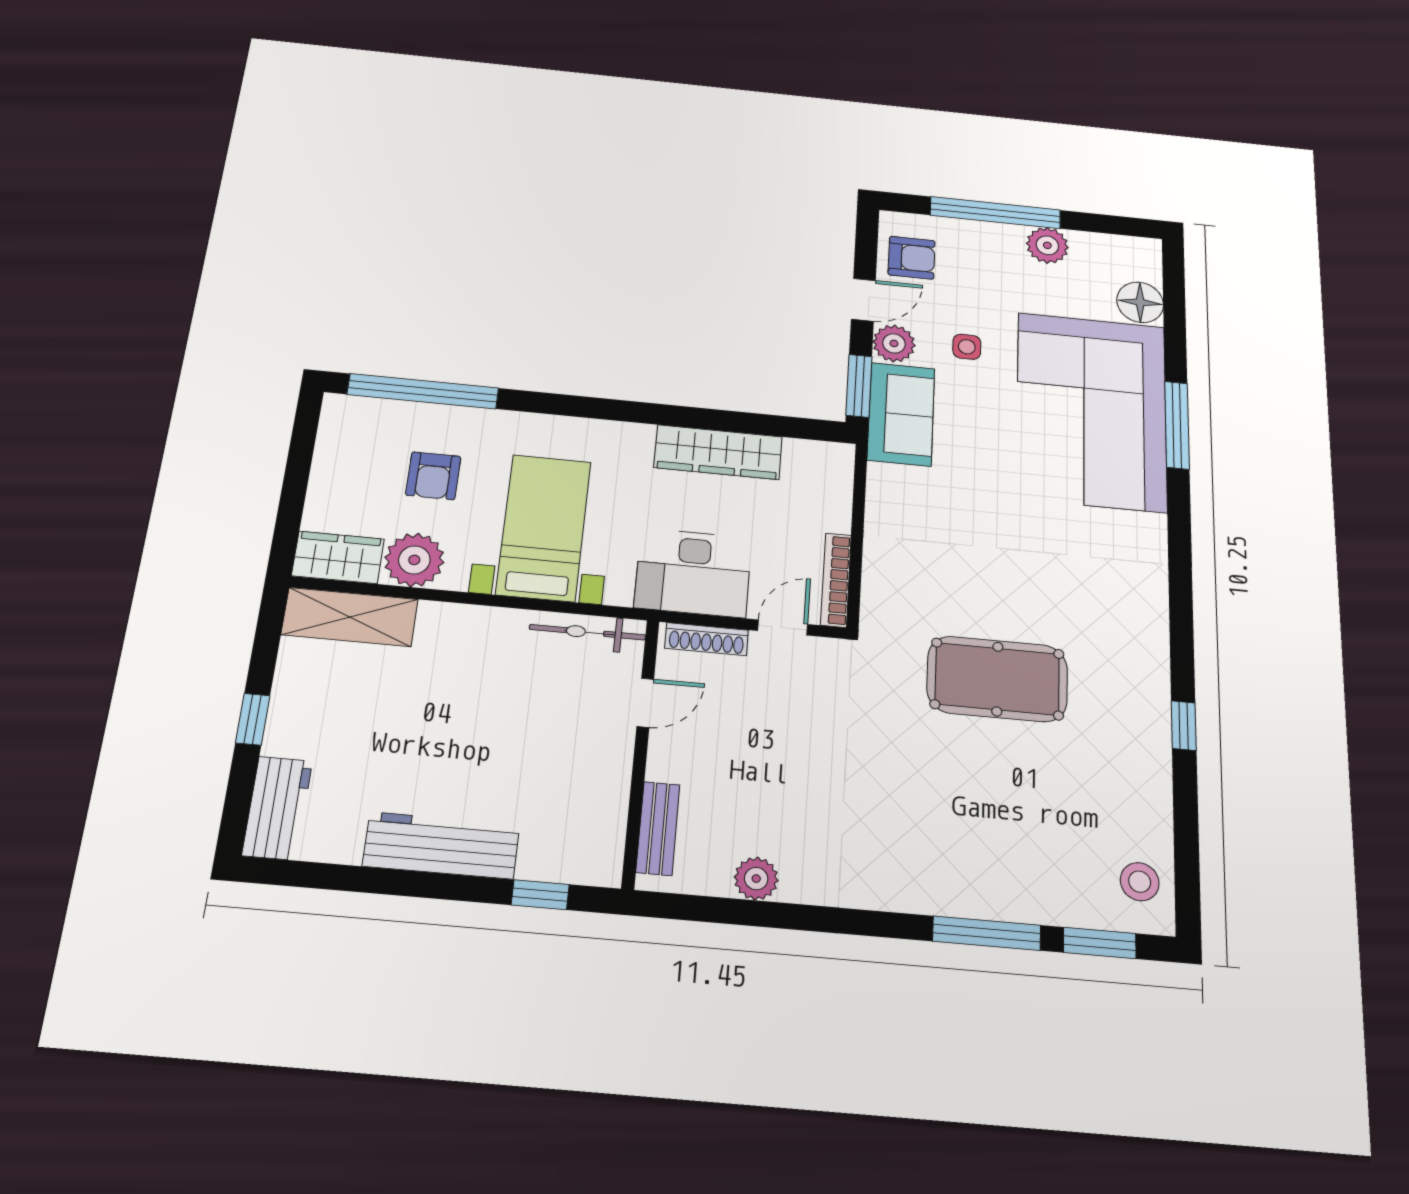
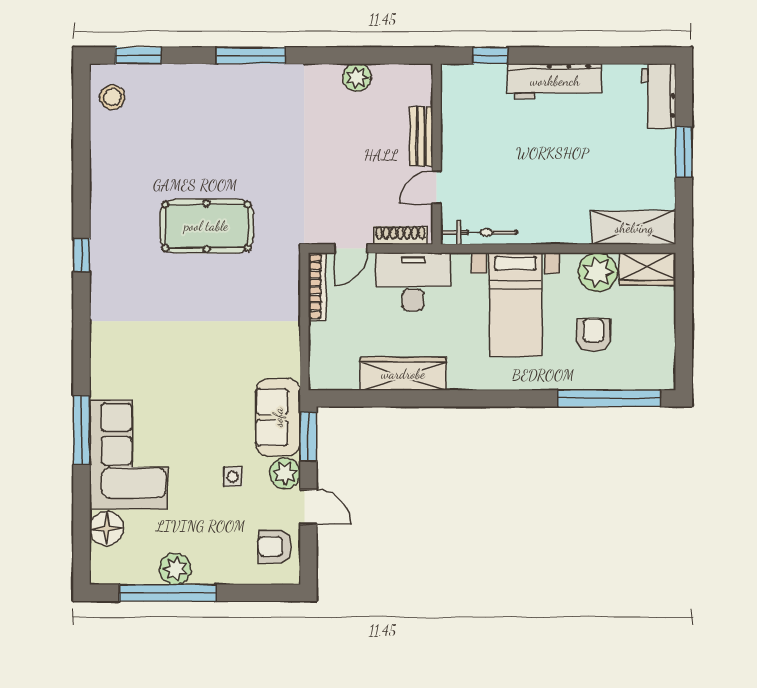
window: (995, 213) -> (167, 593), moved
door: (863, 300) -> (308, 507), swing flipped
corner sofa: (1092, 411) -> (129, 454), width x0.73, depth x0.74
window: (253, 719) -> (684, 152), width x1.50
window: (1184, 726) -> (82, 255), moved
bench: (658, 828) -> (421, 136), moved
window: (987, 933) -> (251, 55), moved

